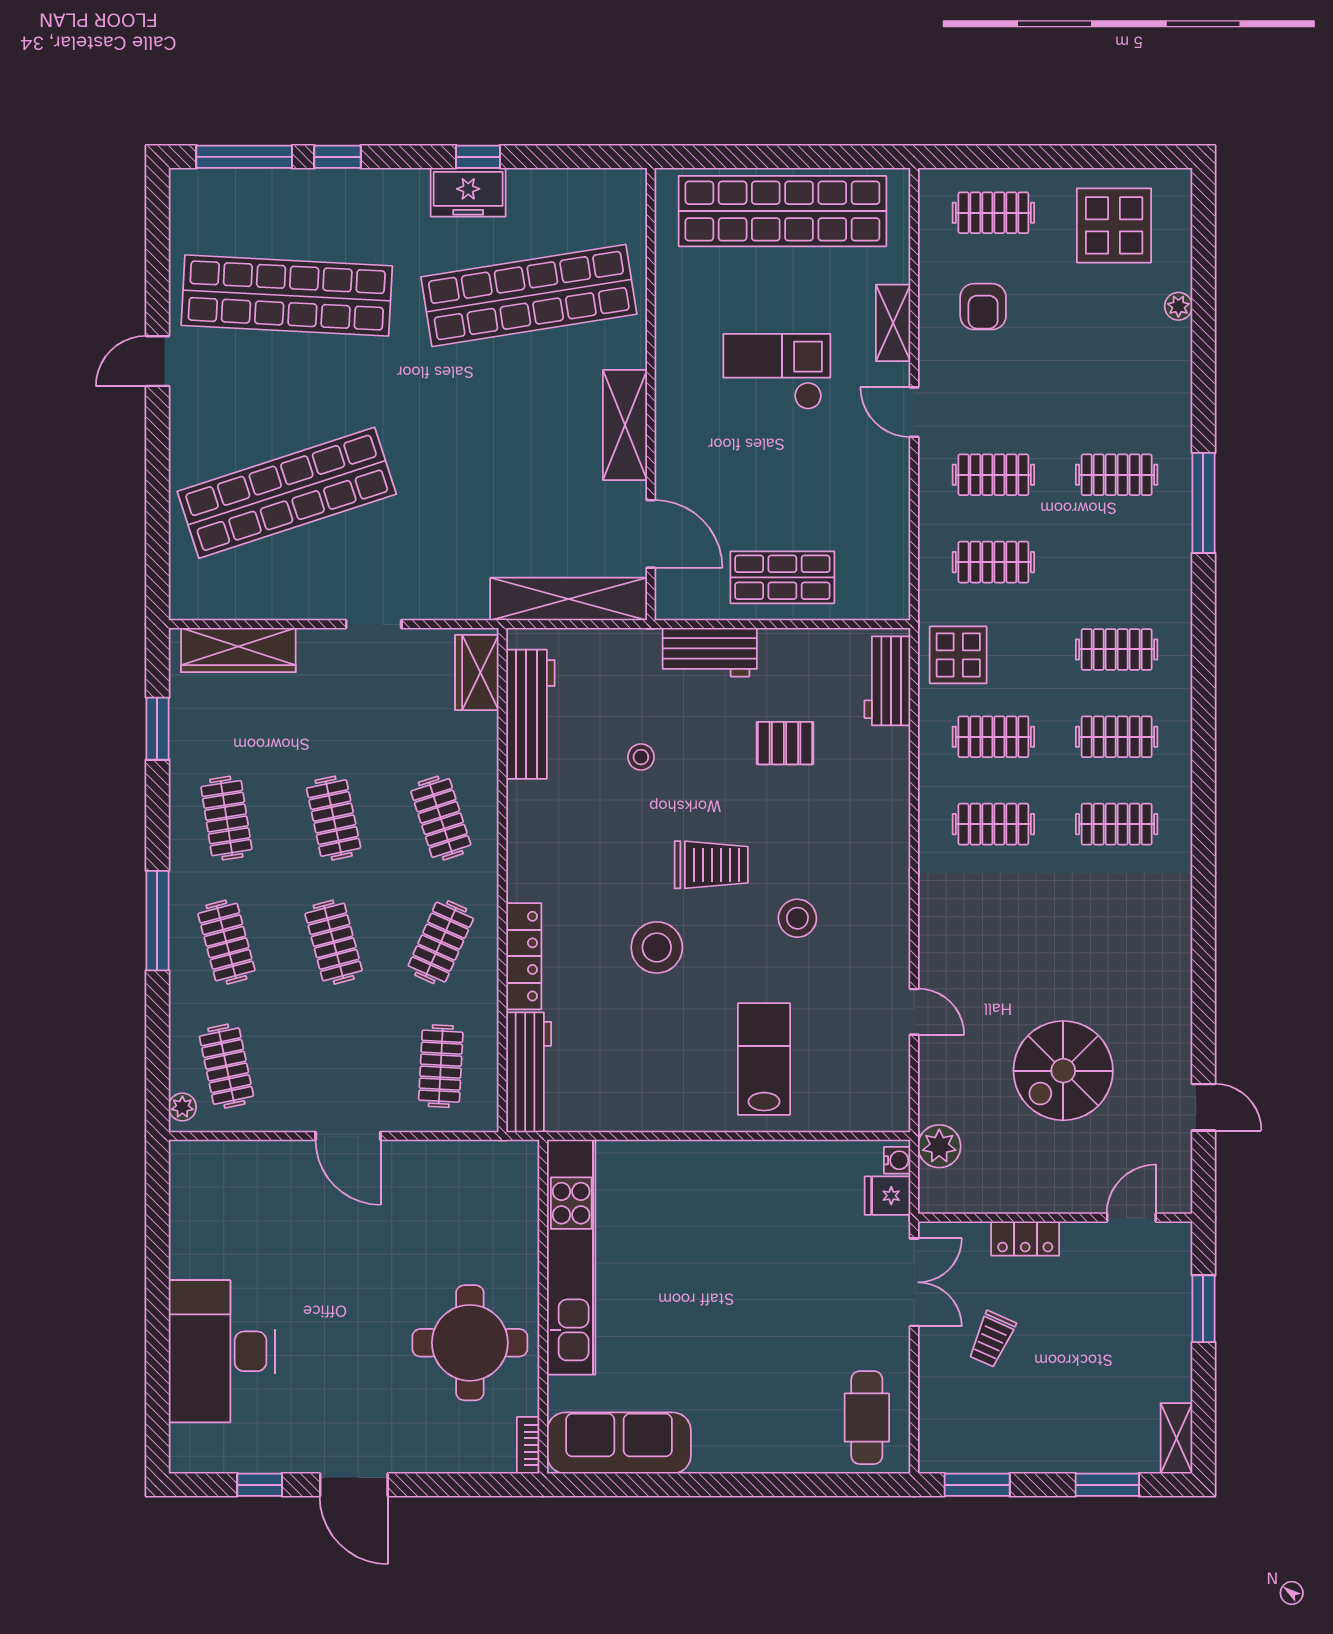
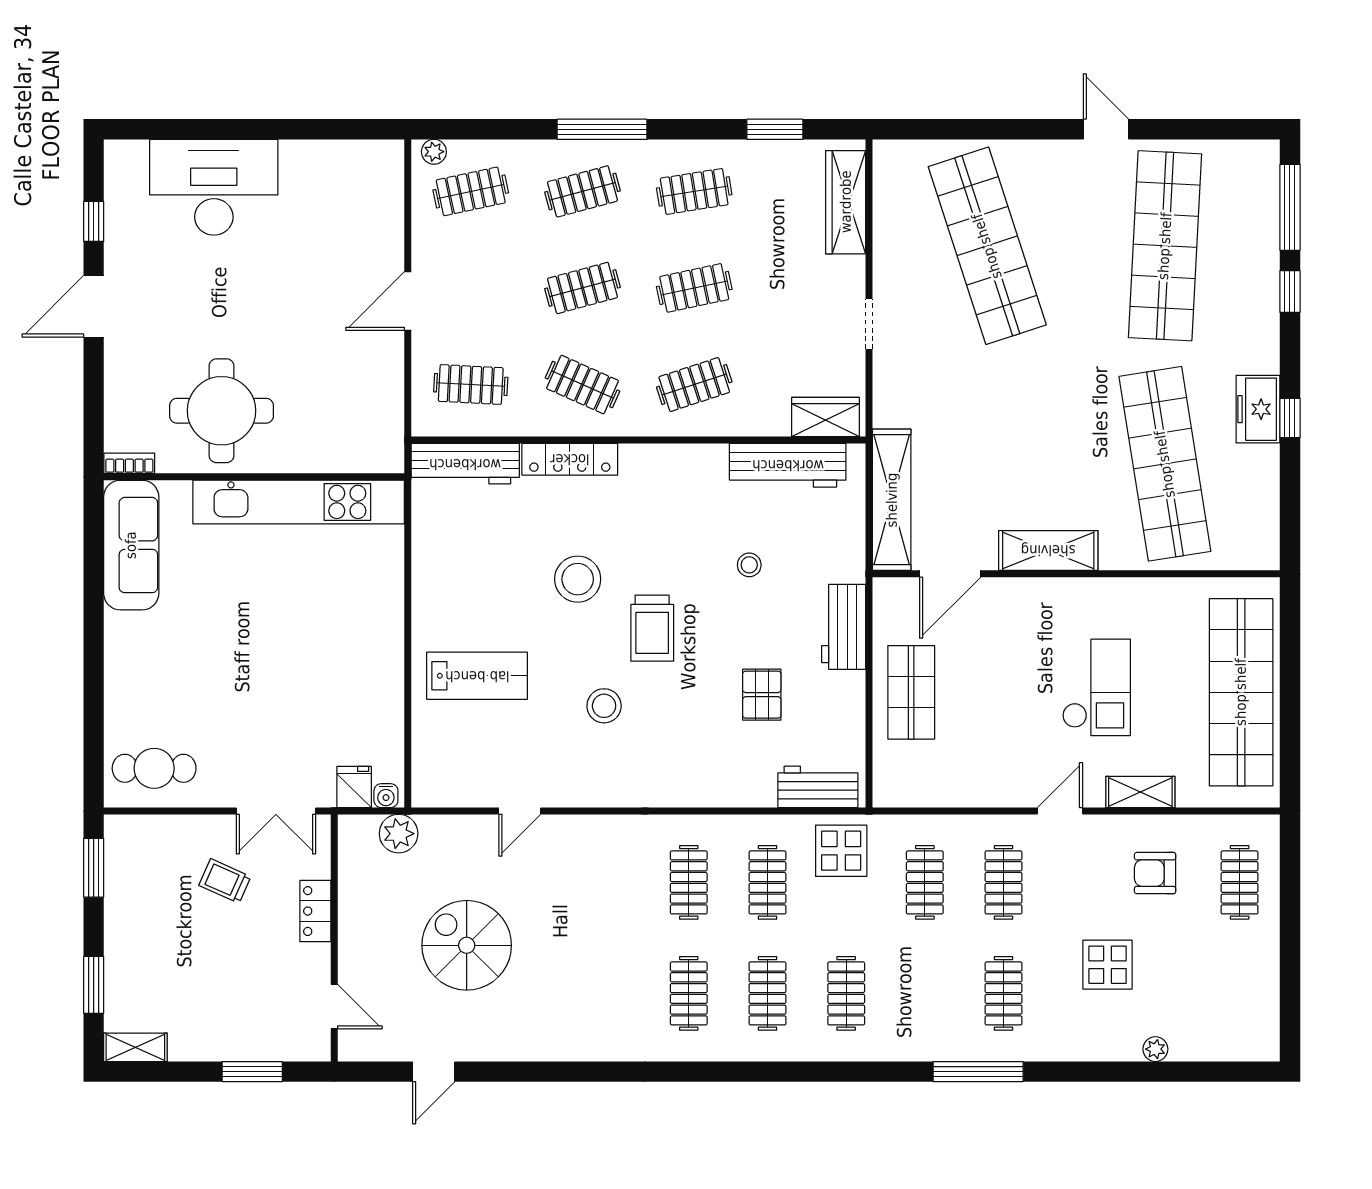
display table: (1114, 225) -> (1108, 965), moved, width x0.73, depth x0.73

